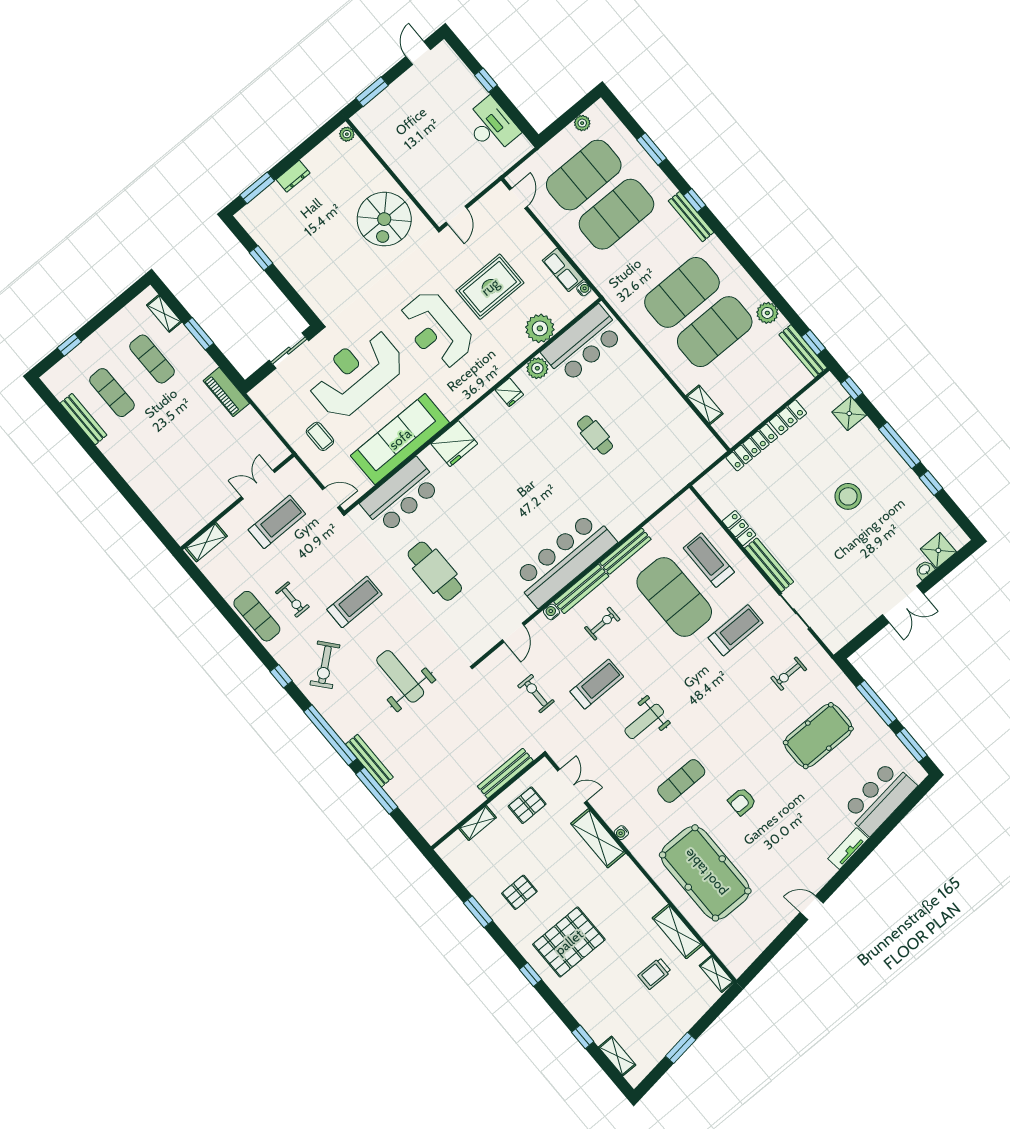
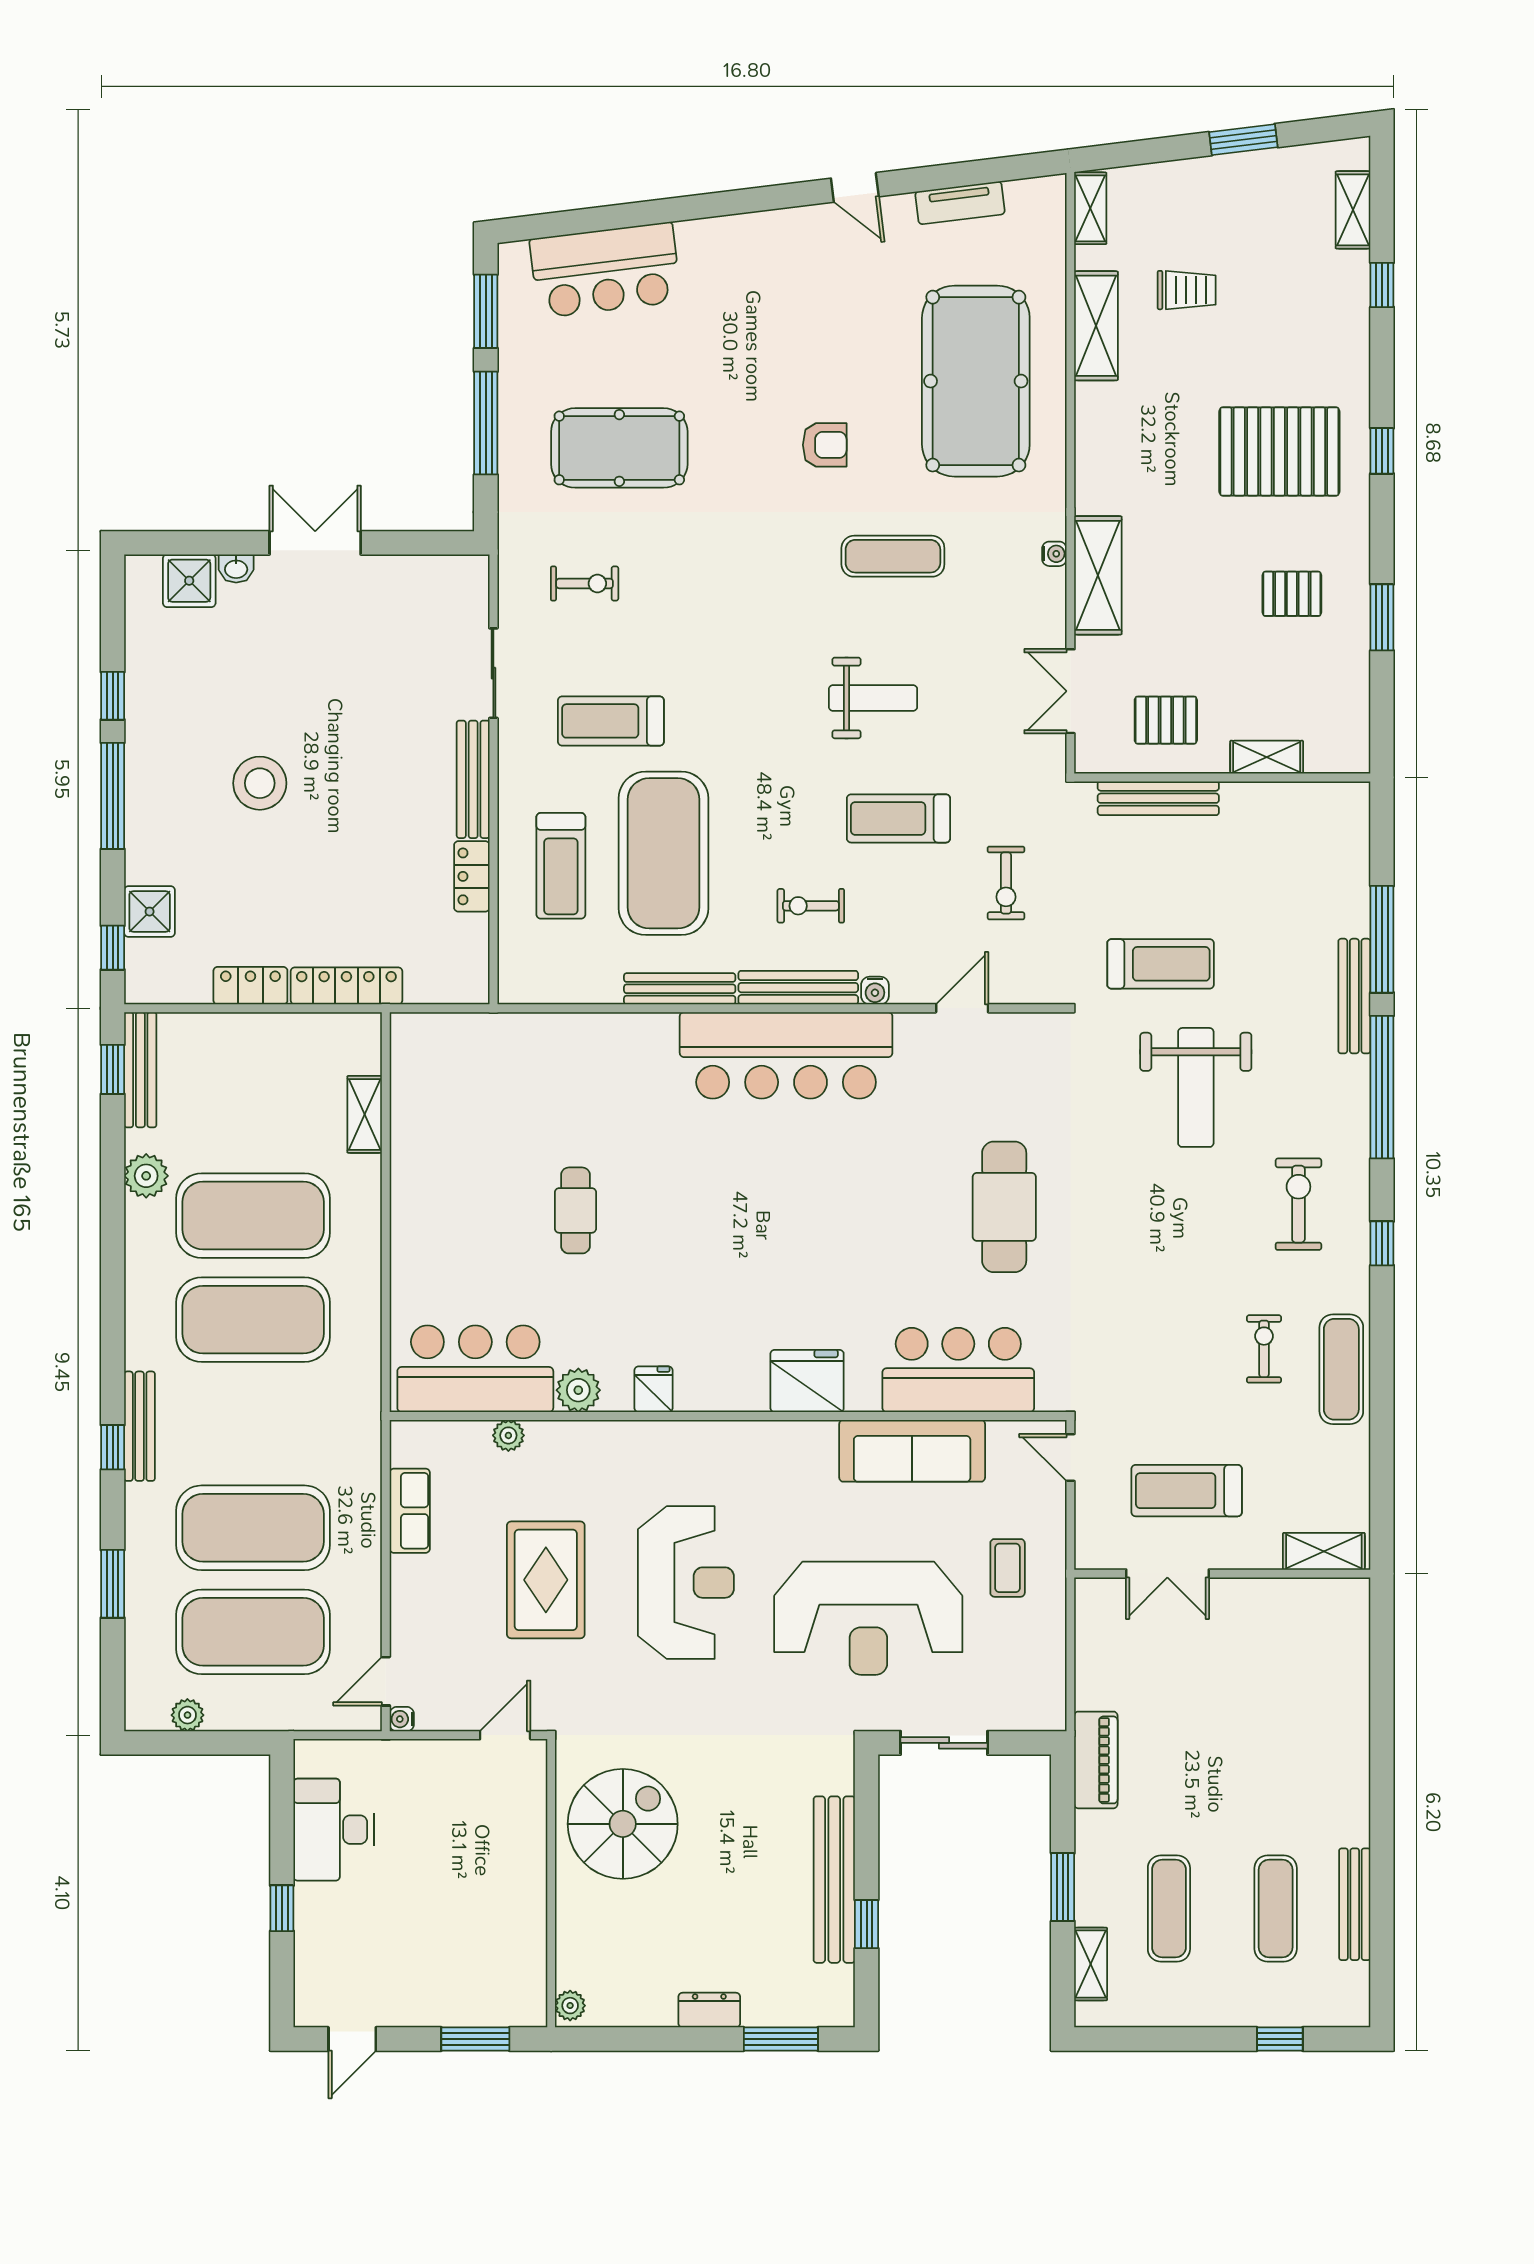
bench: (287, 265) -> (834, 1880), added
rug: (490, 287) -> (546, 1580), turned 90
water cooler: (584, 289) -> (402, 1719), moved
plant: (540, 328) -> (508, 1435), width x0.53, depth x0.53
sofa: (400, 439) -> (912, 1451), width x0.74, depth x0.79
treadmill: (354, 602) -> (1161, 964), moved, turned 180
exercise bike: (325, 665) -> (1298, 1204), turned -50
tv unit: (848, 849) -> (960, 203), moved

